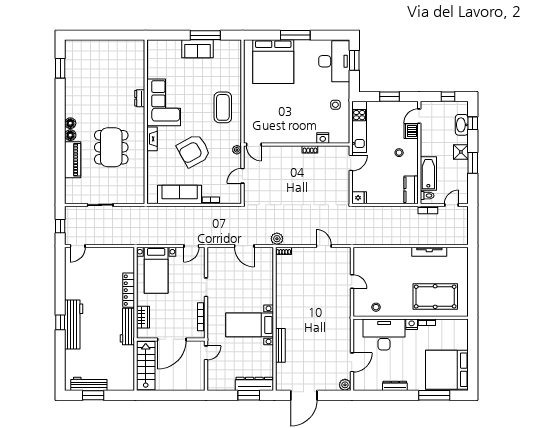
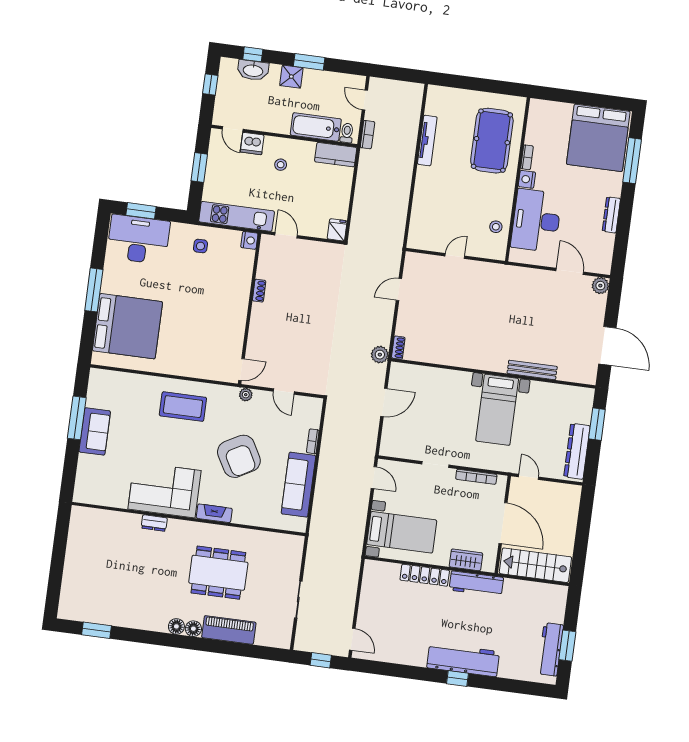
nightstand: (323, 138) -> (249, 240), moved
dresser: (254, 384) -> (577, 451), moved

